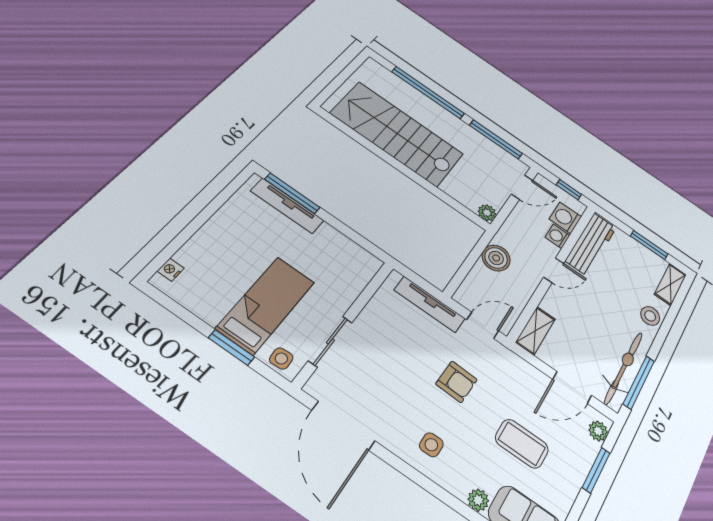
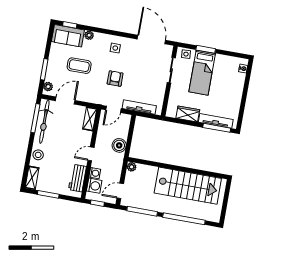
workbench: (591, 244) -> (77, 178), width x0.73
wardrobe: (337, 245) -> (188, 114), added
armchair: (456, 382) -> (115, 79), turned 88

